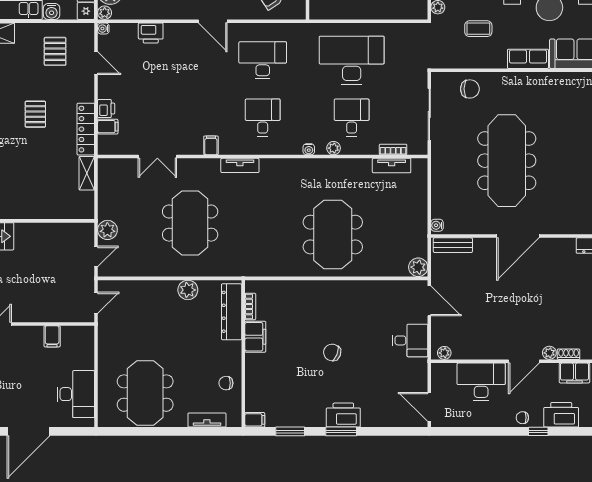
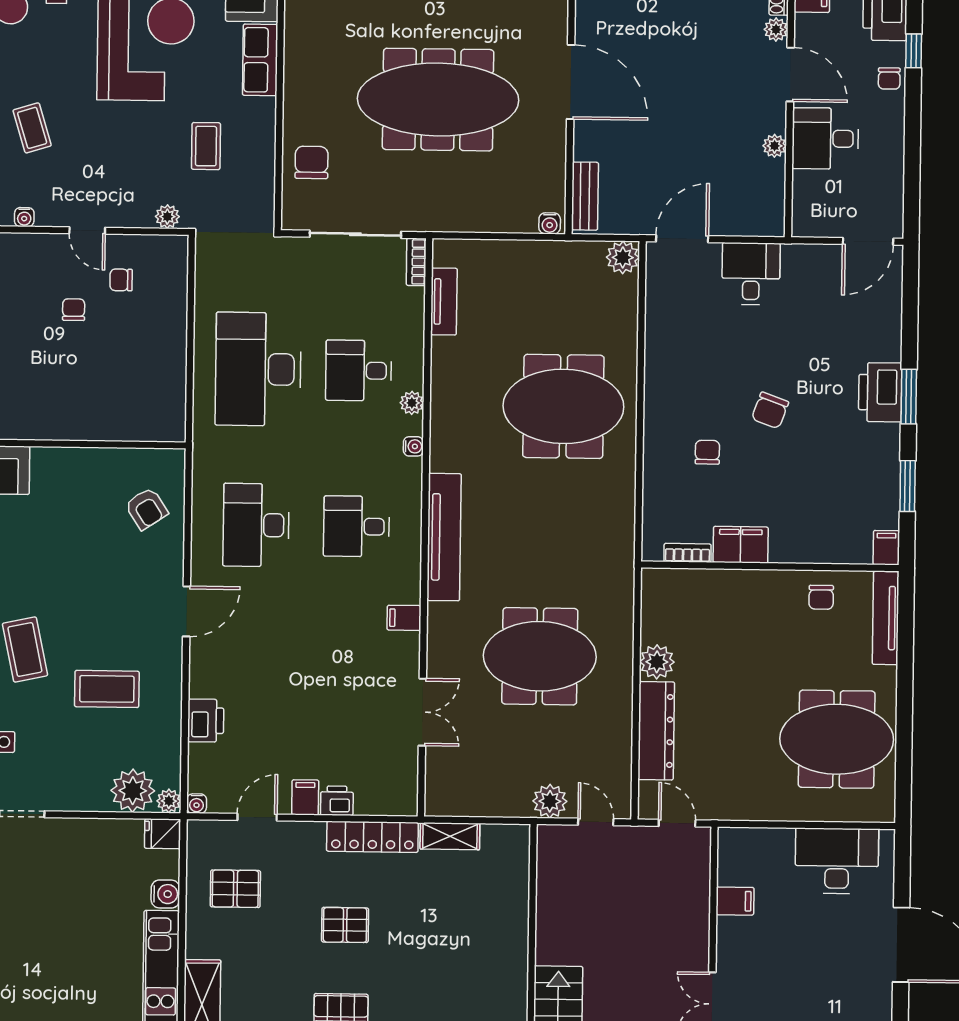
filing cabinet: (108, 127) -> (305, 797), moved
bookcase: (393, 149) -> (416, 262), moved
tv unit: (240, 165) -> (444, 537), width x1.92, depth x1.29
dresser: (232, 312) -> (656, 731), moved, turned -90
chair: (308, 317) -> (707, 452), added
plant: (444, 353) -> (775, 146), moved
desk: (481, 382) -> (825, 139), width x0.73
tv unit: (207, 420) -> (886, 618), width x1.41

